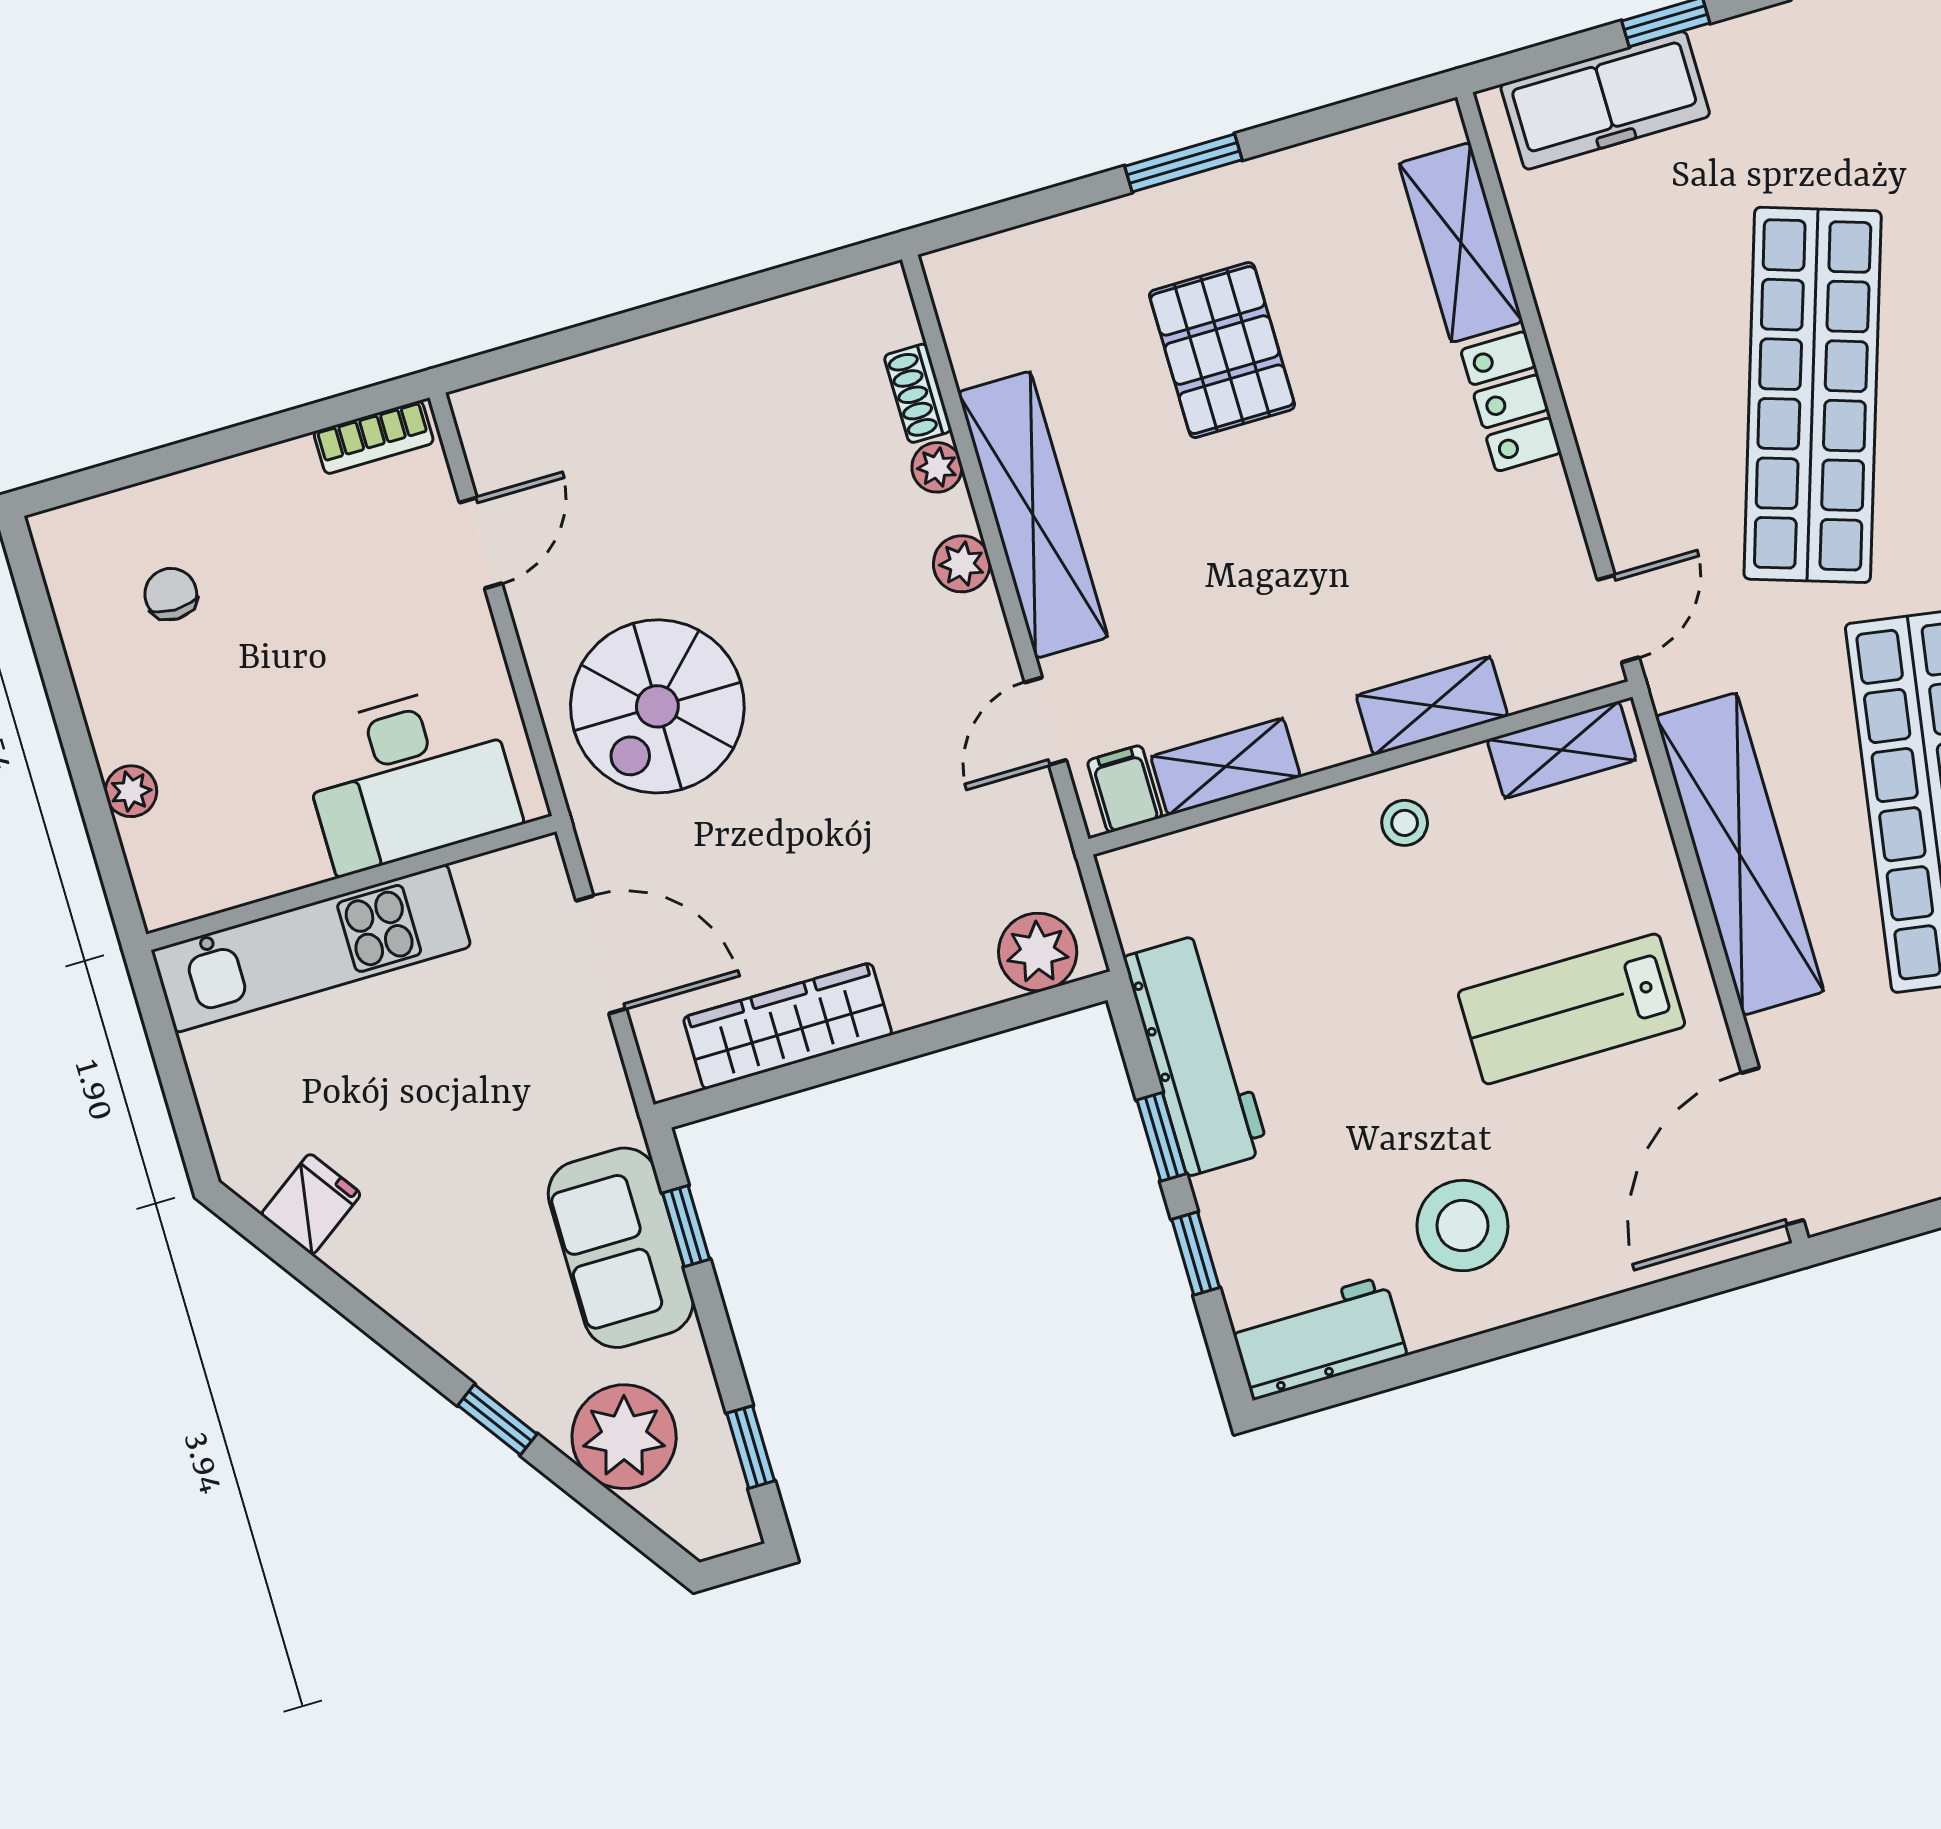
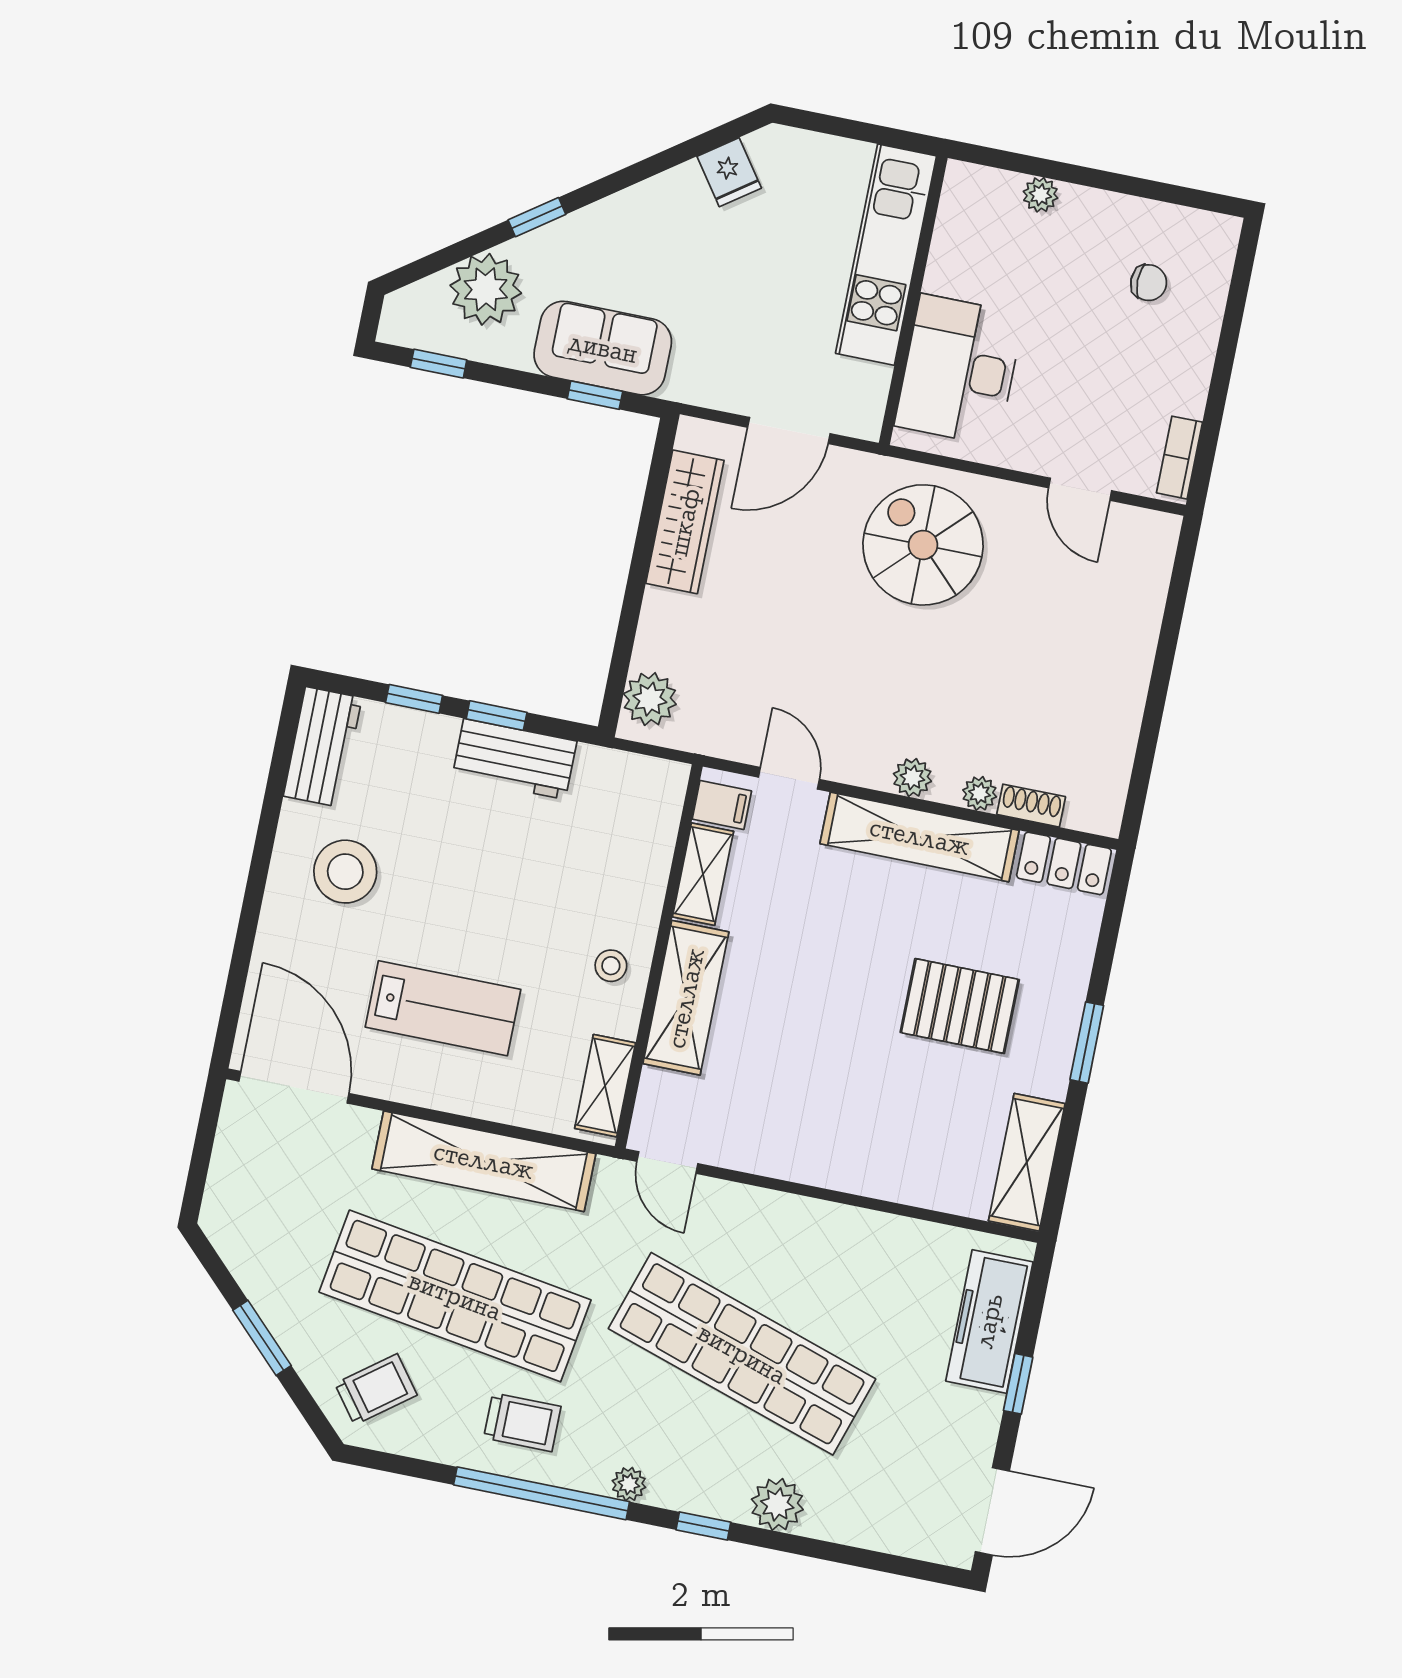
shelving: (1461, 243) -> (1027, 1162), moved, turned 90
locker: (1511, 401) -> (1064, 863), moved, turned 180
shelving: (1432, 706) -> (686, 998), width x1.50, depth x1.33
lab bench: (1571, 1009) -> (443, 1008), turned 90
workbench: (1196, 1055) -> (515, 759), width x0.73

